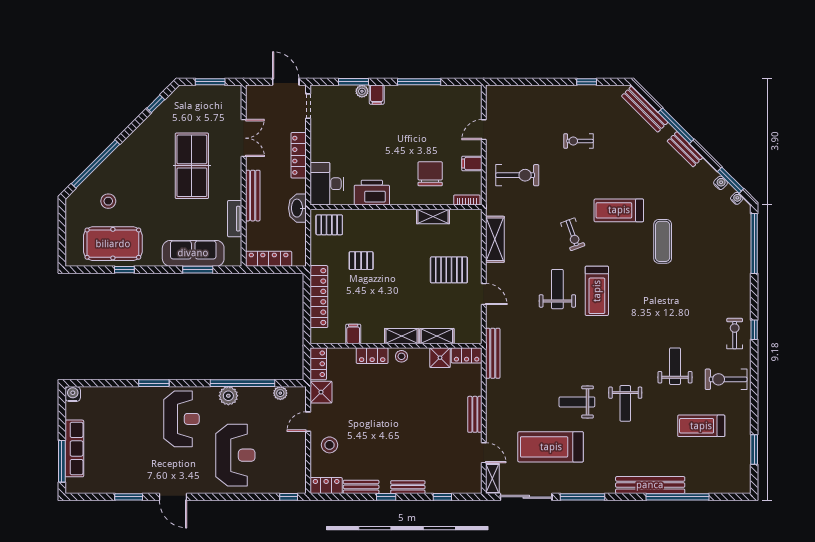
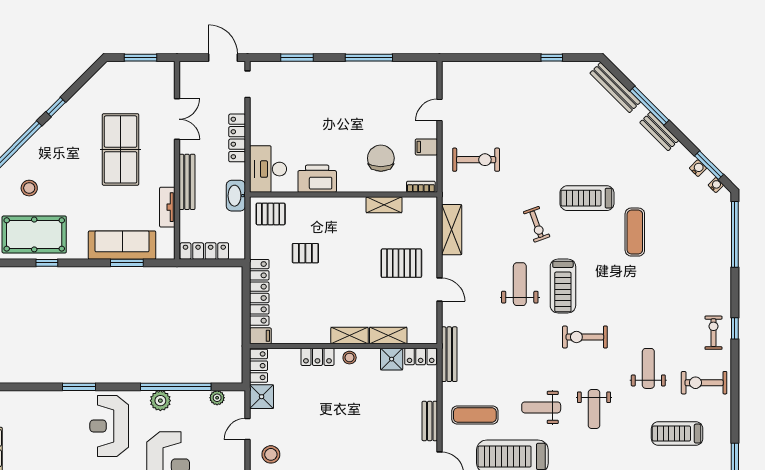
plant: (362, 91) -> (306, 68), removed
filing cabinet: (377, 95) -> (322, 72), removed
window: (156, 104) -> (56, 107), moved
exercise bike: (579, 141) -> (585, 337), moved, width x1.38, depth x1.39
filing cabinet: (353, 334) -> (260, 336), moved, turned 90
exercise mat: (516, 409) -> (475, 415), added
reception desk: (182, 419) -> (109, 426), turned 180

